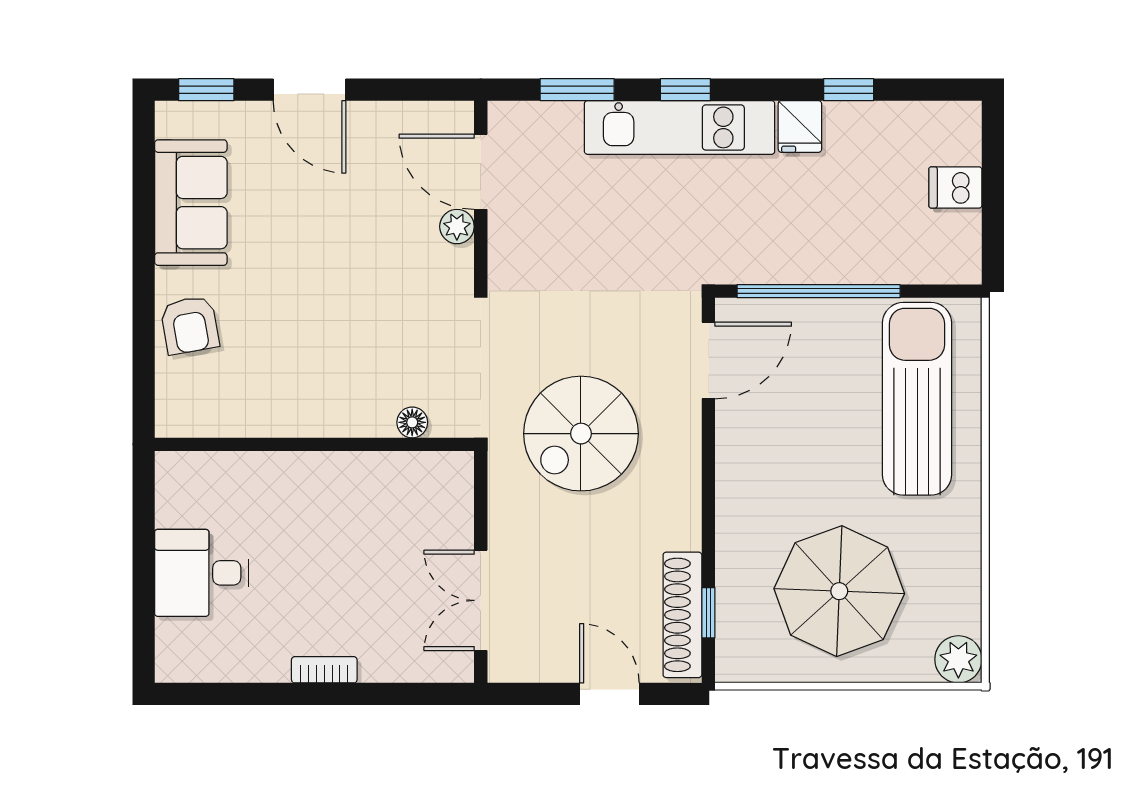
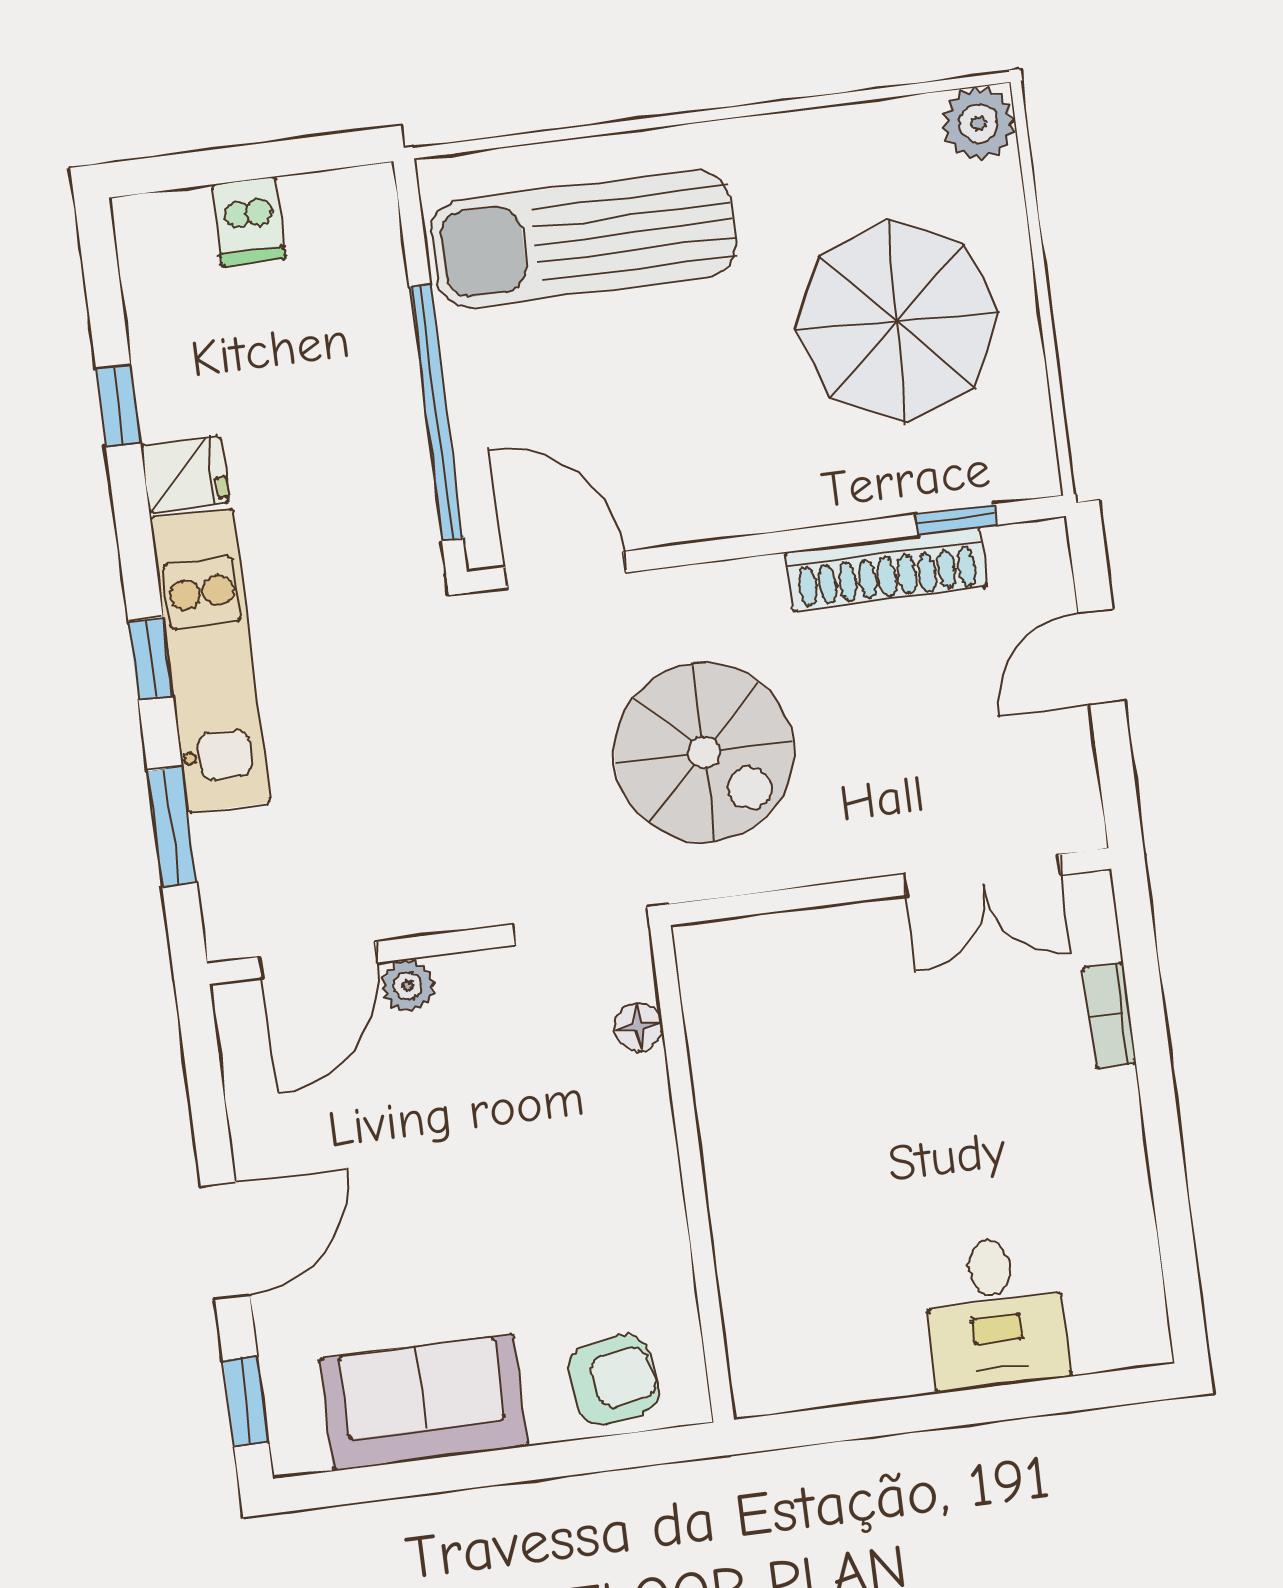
floor lamp: (412, 422) -> (639, 1027), moved
wall: (314, 444) -> (692, 1174), moved
shoe rack: (682, 615) -> (886, 569), moved
bookcase: (324, 670) -> (1109, 1015), moved

